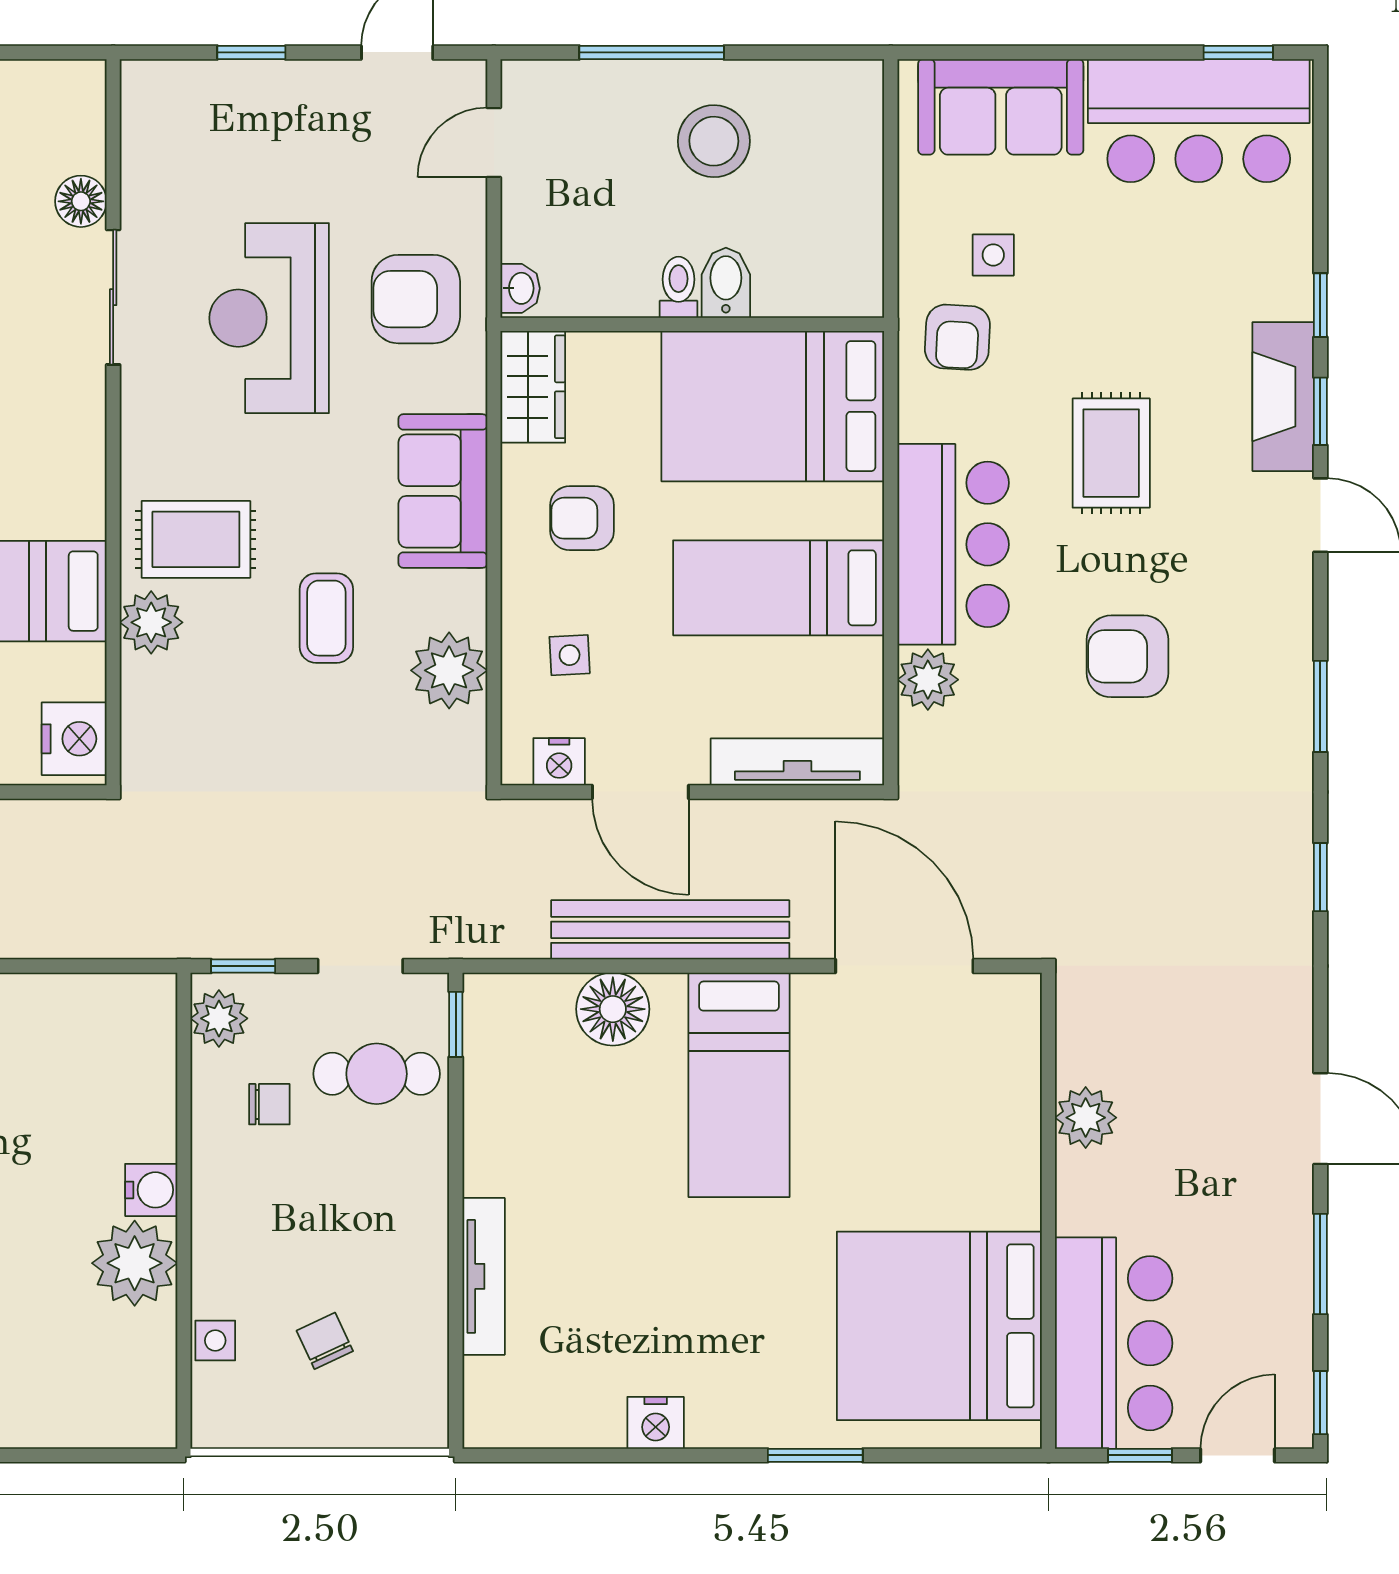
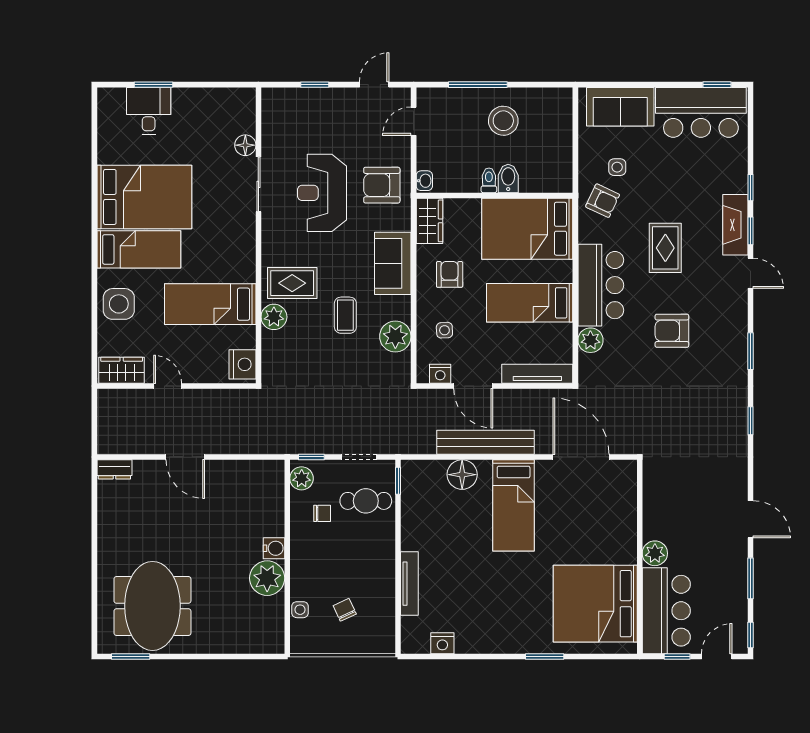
armchair: (957, 337) -> (603, 201), turned -68
armchair: (582, 518) -> (450, 274), turned 90
plant: (1086, 1118) -> (655, 553), moved
nightstand: (656, 1423) -> (442, 643), moved

